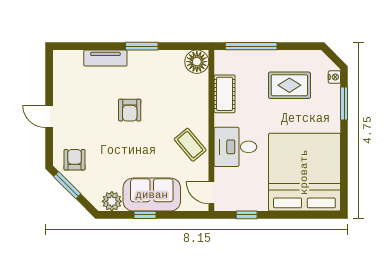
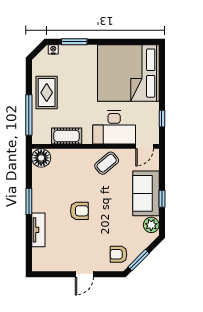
rug: (289, 85) -> (47, 93), moved
desk: (235, 147) -> (114, 127), width x1.37

